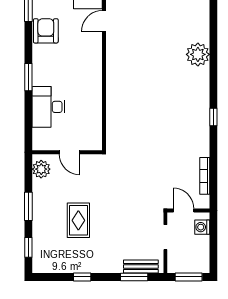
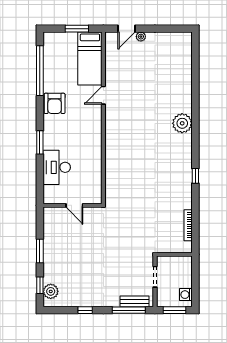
armchair: (46, 31) -> (55, 103), turned 180
plant: (41, 169) -> (51, 291), moved
door: (184, 211) -> (170, 254), removed
rug: (78, 220) -> (82, 263), removed
washing machine: (202, 227) -> (186, 295), moved
window: (134, 277) -> (129, 310), width x1.44

